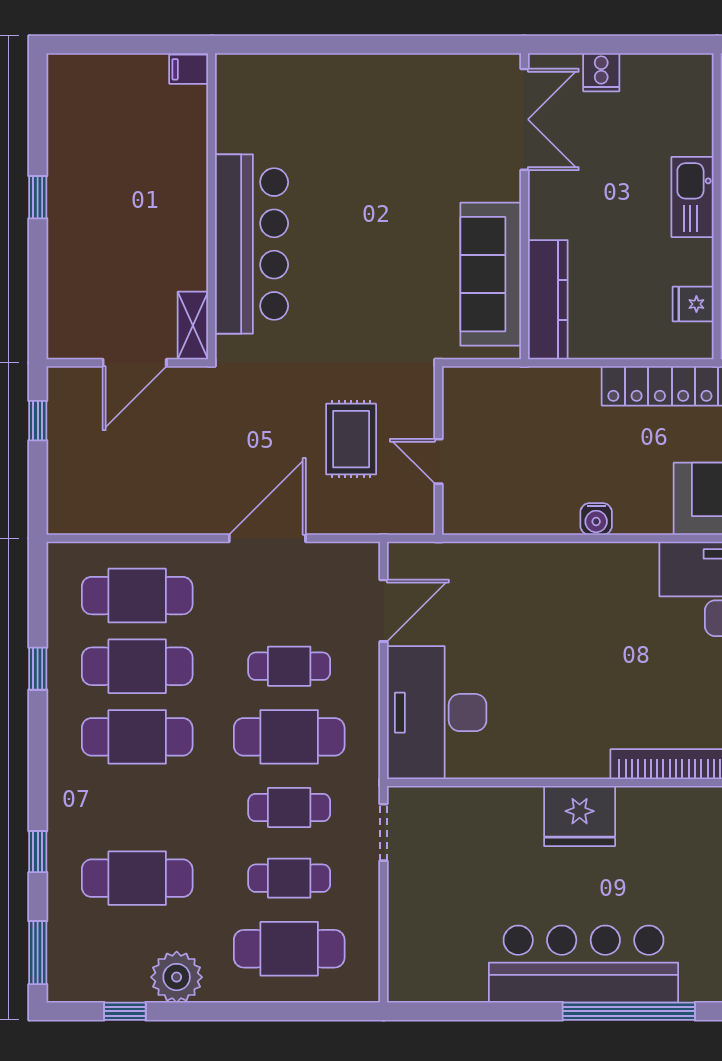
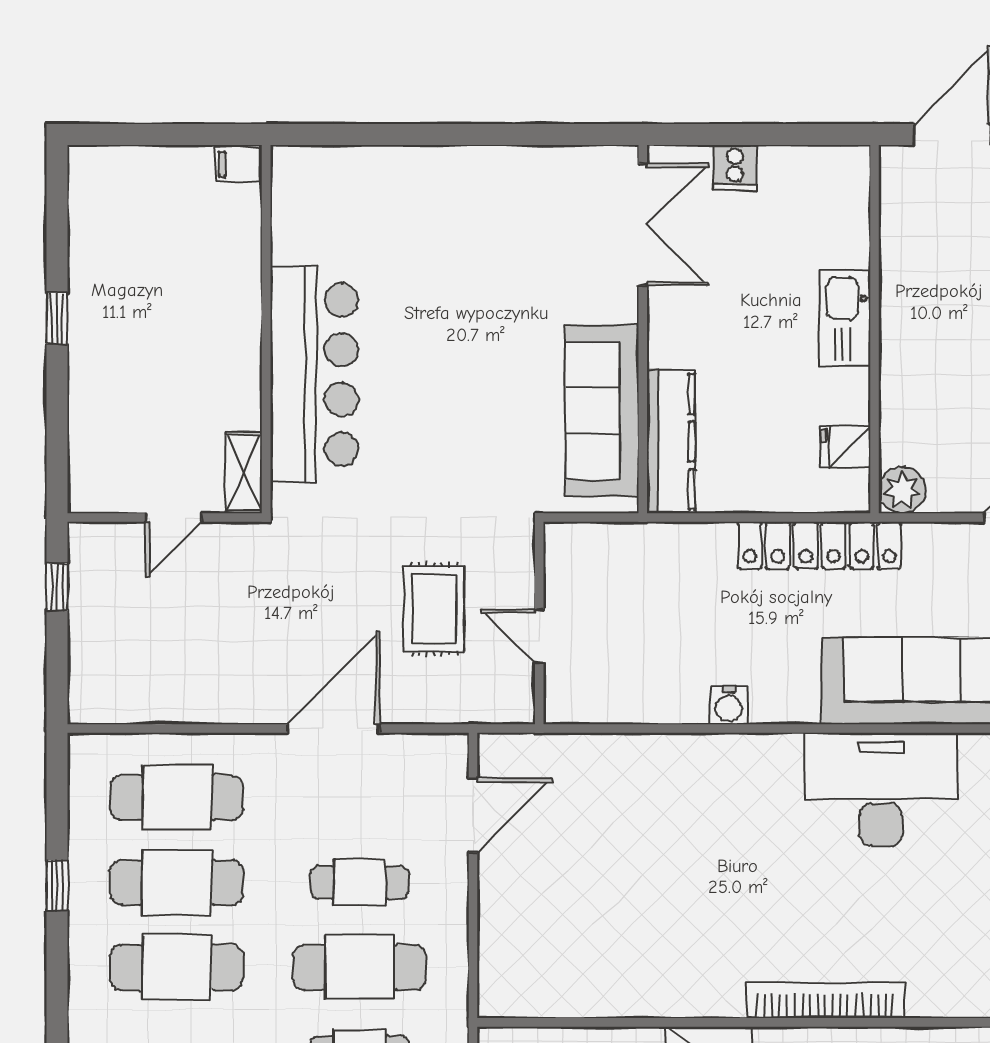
door: (135, 363) -> (174, 517), width x0.73
desk: (437, 713) -> (537, 938), removed

